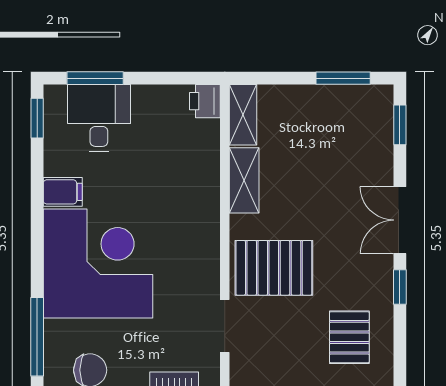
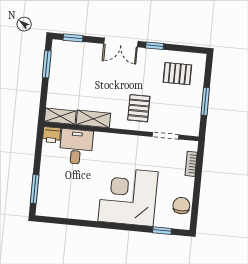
window: (37, 118) -> (52, 220), removed
desk: (99, 118) -> (76, 147), moved, turned 90
filing cabinet: (63, 192) -> (90, 211), removed
pallet: (274, 268) -> (139, 108), width x0.67, depth x0.71
window: (37, 337) -> (162, 231), width x0.46

